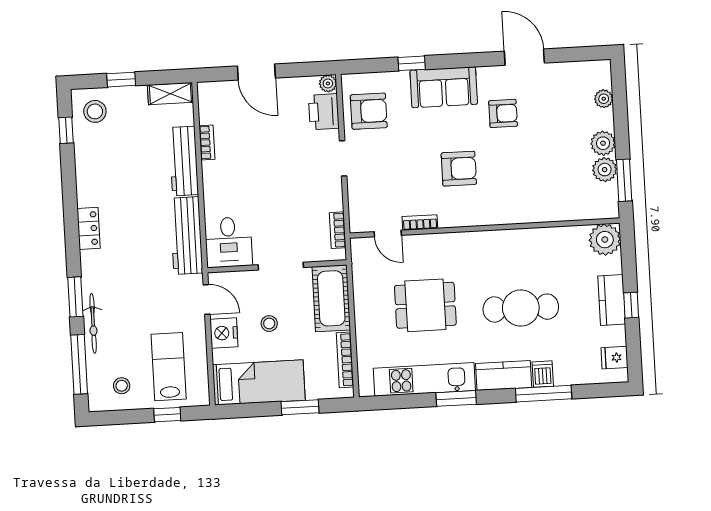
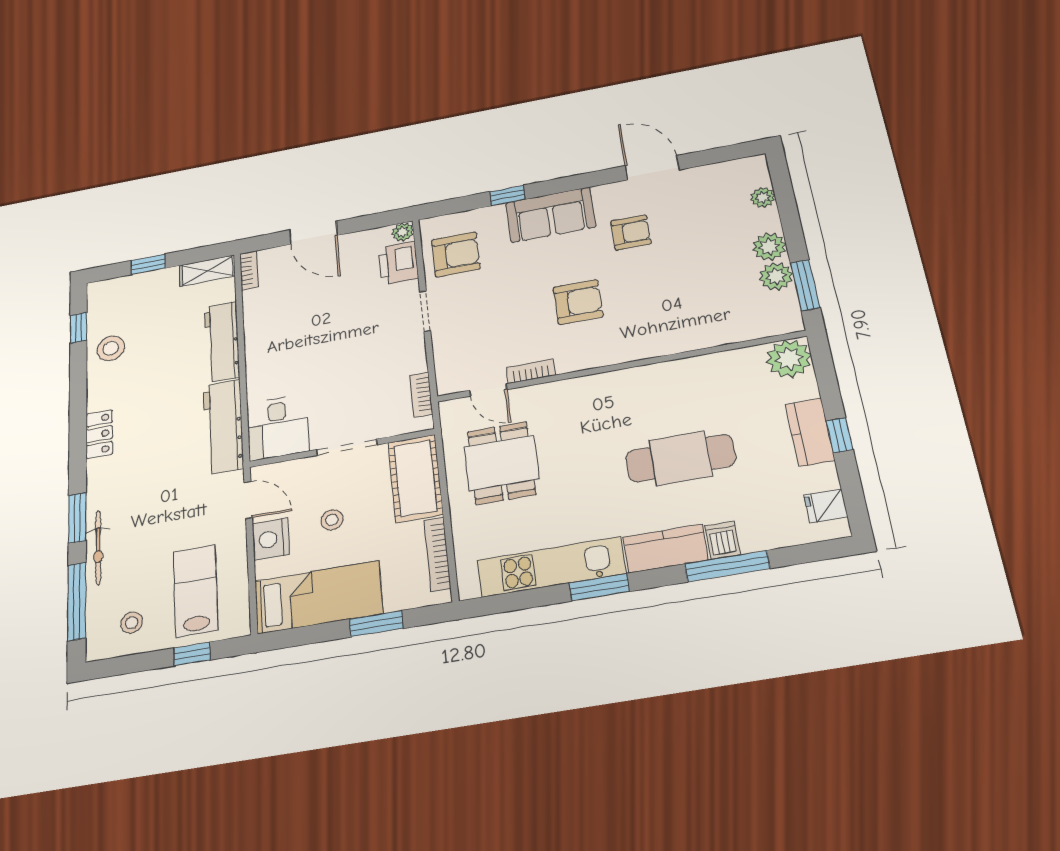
stool: (95, 111) -> (111, 348), moved
bookcase: (207, 142) -> (249, 270), moved
dining table: (425, 305) -> (501, 463), moved, turned 90

